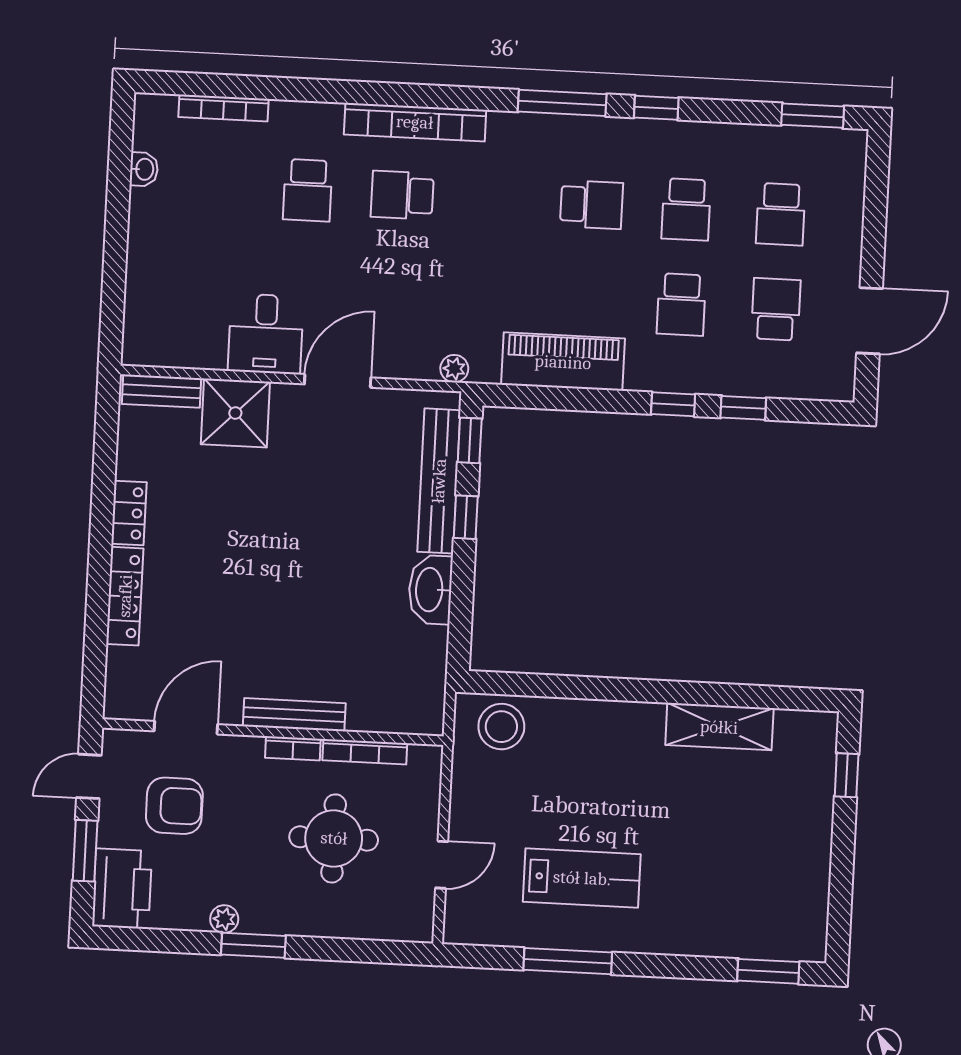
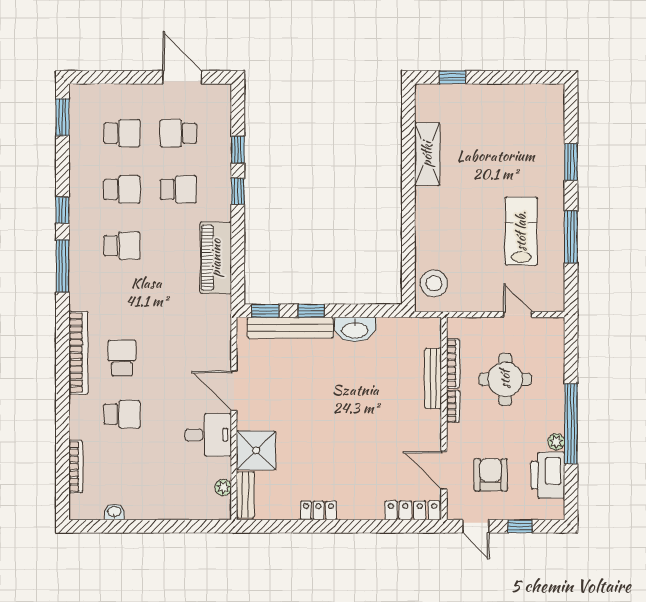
school desk: (402, 195) -> (122, 358), turned 180
school desk: (591, 205) -> (122, 246), turned 90
plant: (454, 369) -> (223, 488), moved
locker: (125, 596) -> (413, 510), moved
bench: (294, 715) -> (433, 378), moved
window: (85, 851) -> (520, 526), width x0.67
printer: (122, 889) -> (548, 475), moved, turned -90
window: (253, 945) -> (571, 424), width x2.11
window: (768, 971) -> (571, 162), moved

